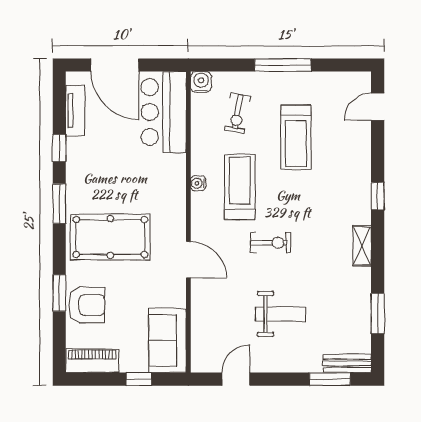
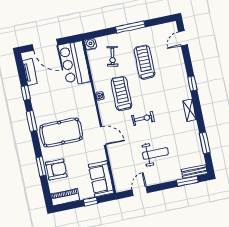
treadmill: (296, 137) -> (145, 62), turned 180

